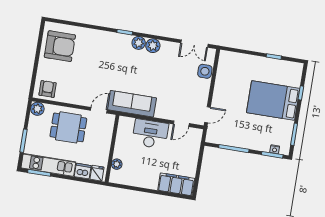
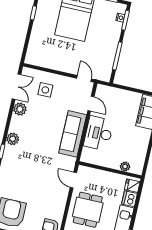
plant: (153, 46) -> (20, 109), moved
side table: (205, 71) -> (45, 90), moved
sofa: (132, 104) -> (73, 134), moved

